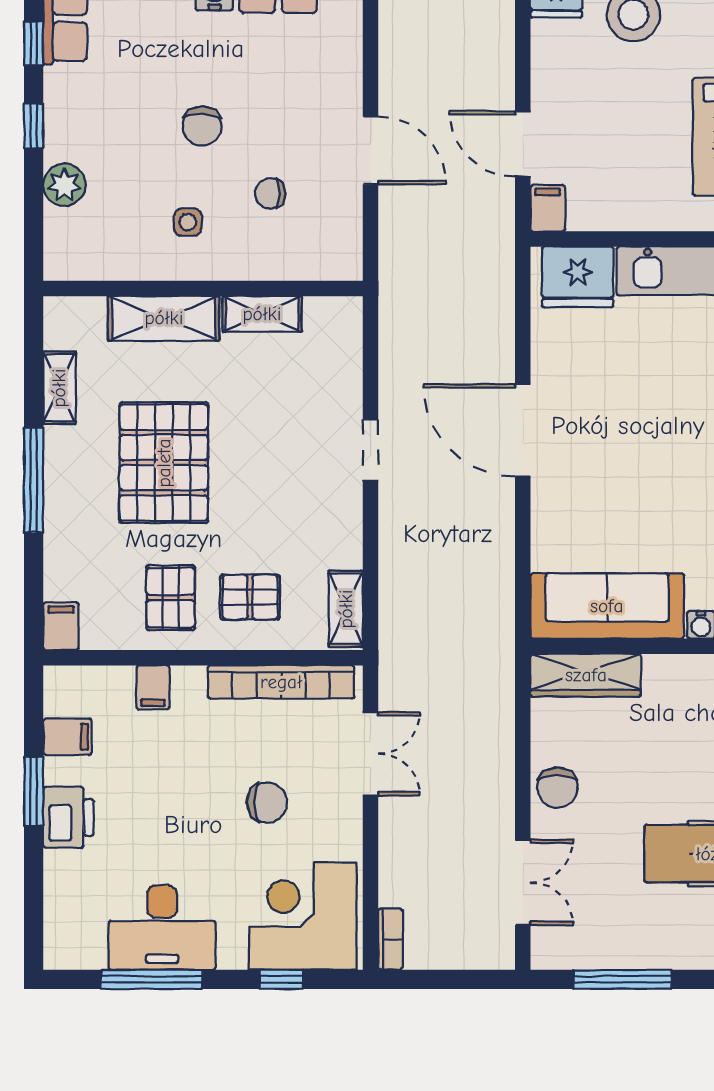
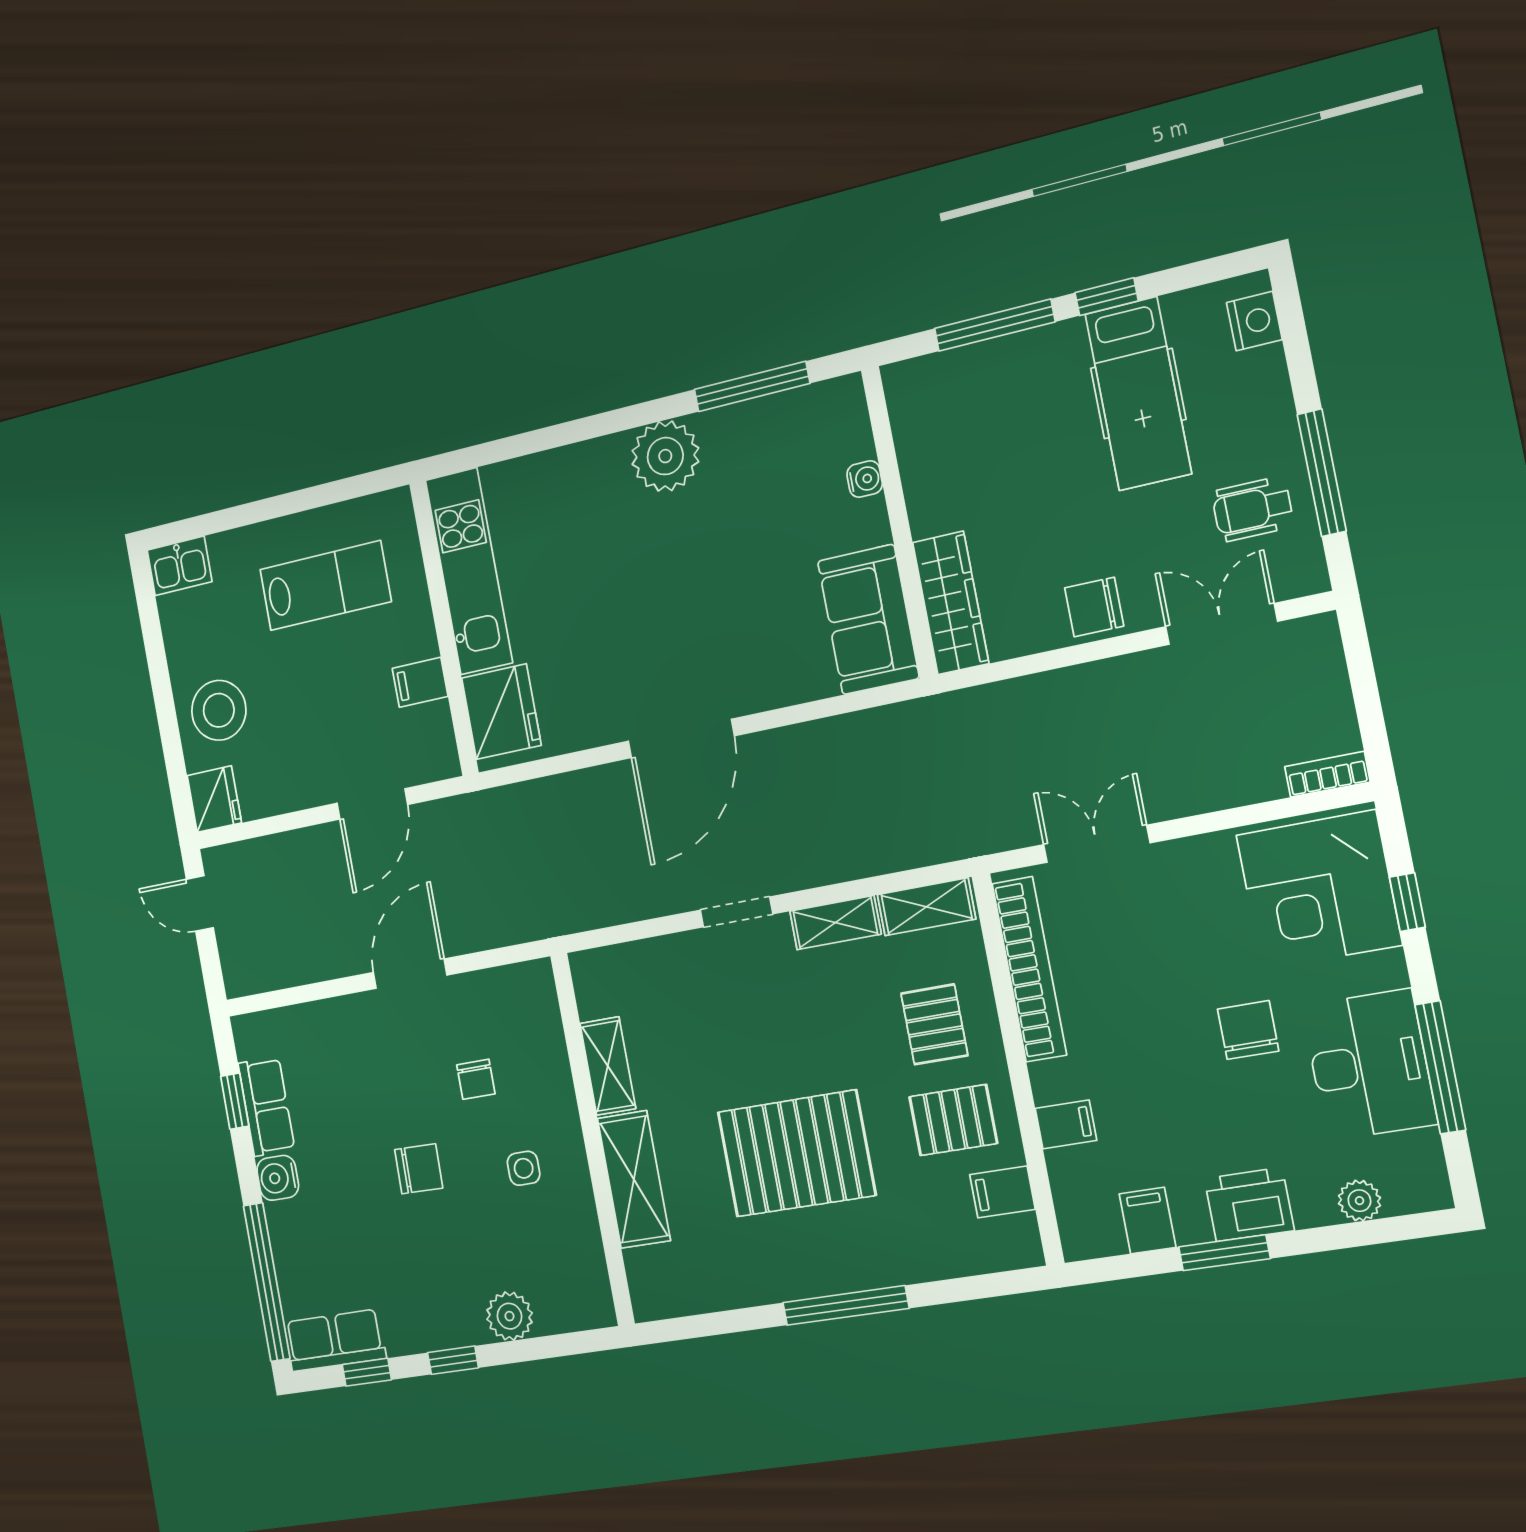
filing cabinet: (548, 208) -> (420, 682), moved
shelving: (59, 388) -> (835, 923), moved
sofa: (607, 606) -> (868, 620), width x0.73
filing cabinet: (61, 626) -> (1002, 1192), moved
chair: (557, 788) -> (1094, 607), turned 180
chair: (267, 802) -> (1248, 1030), moved
plant: (59, 901) -> (1359, 1201), added
wheelchair: (606, 923) -> (1252, 509), added

